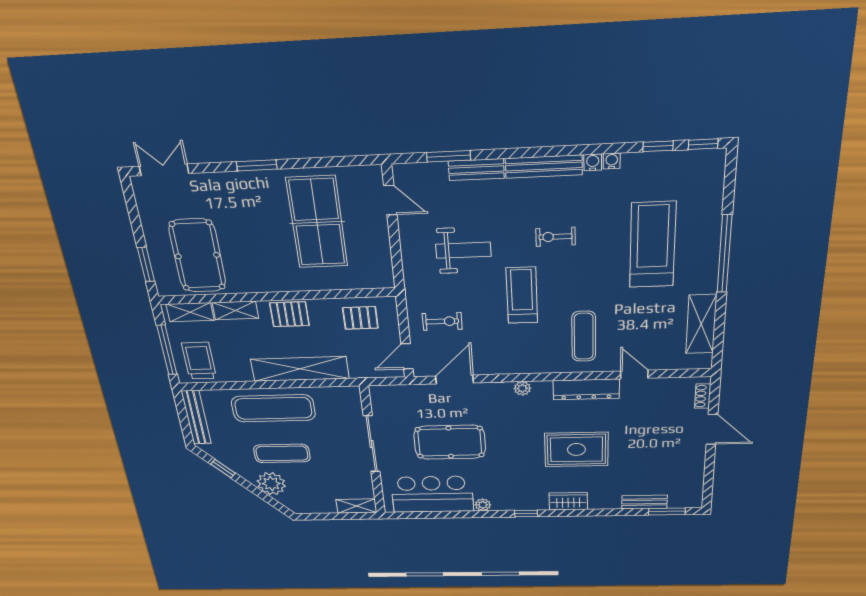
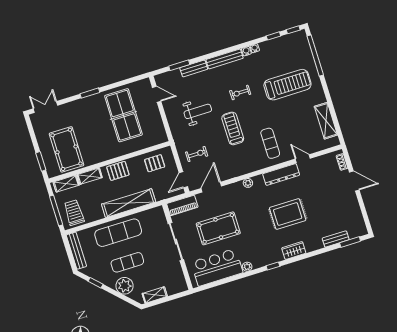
treadmill: (653, 245) -> (287, 85), turned 90
window: (724, 254) -> (315, 55), moved
piano: (396, 395) -> (182, 205), added
shelving: (356, 506) -> (155, 295), moved

